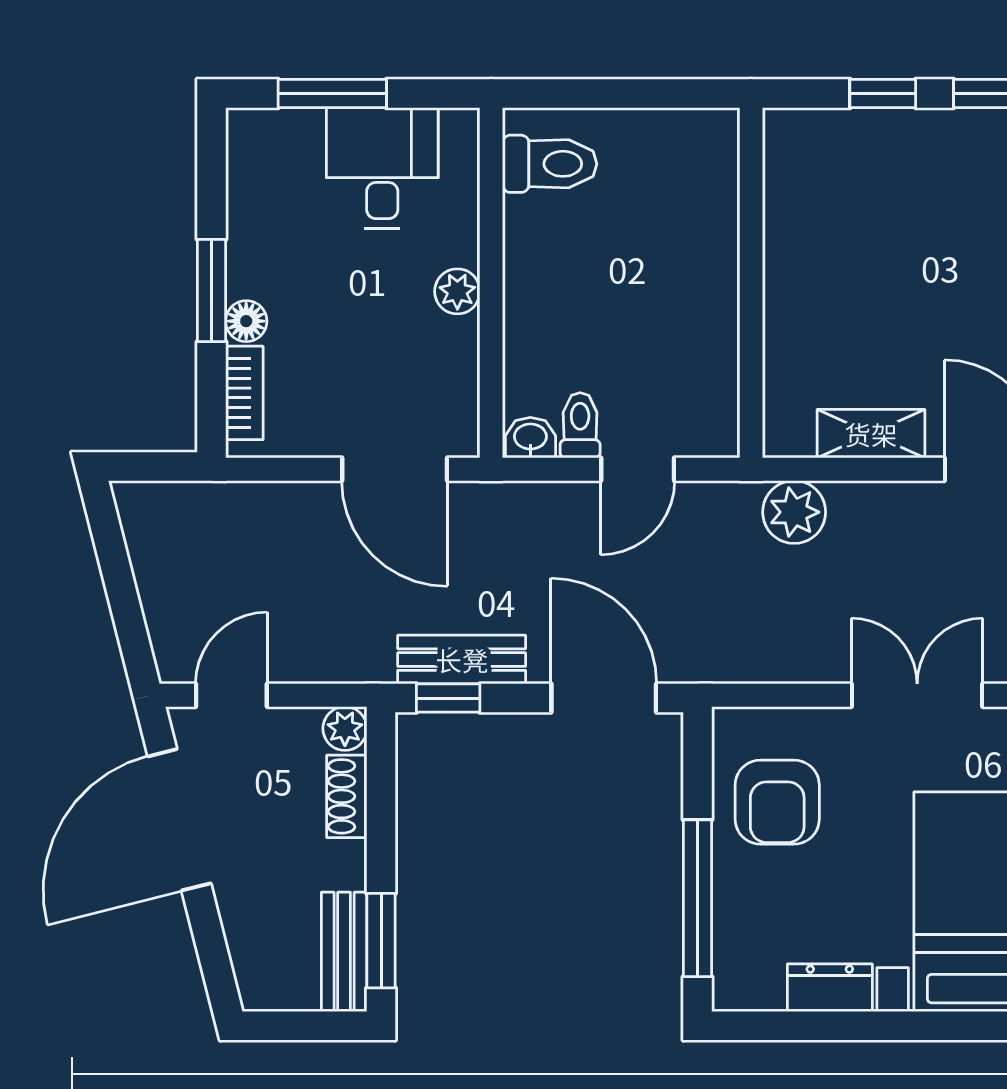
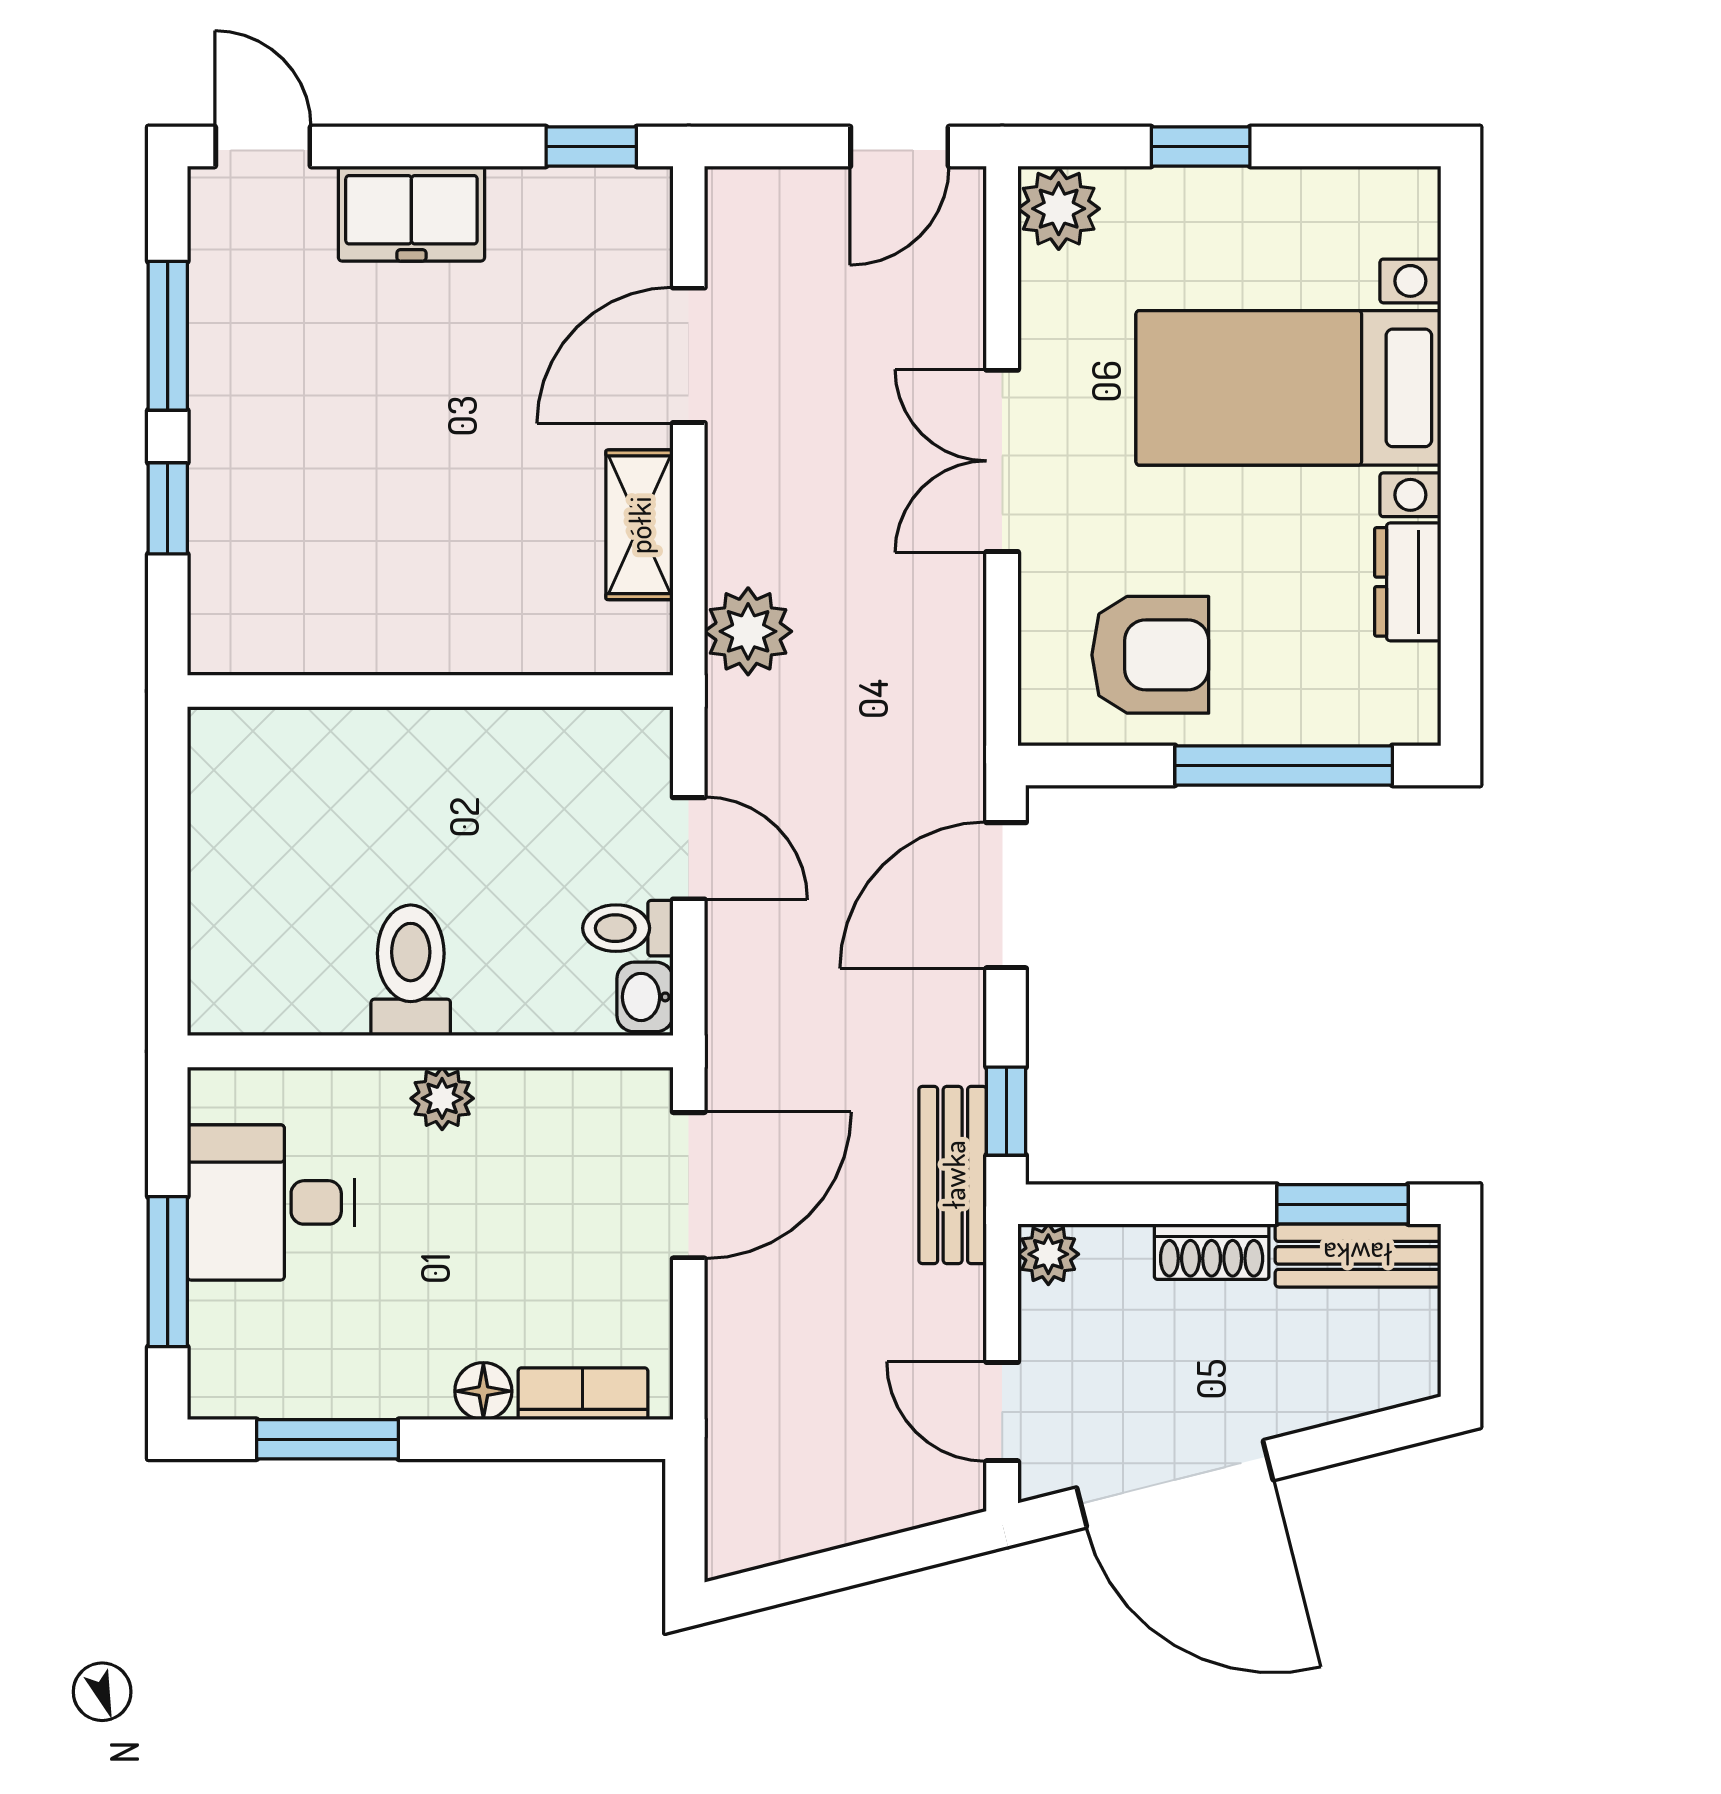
toilet: (550, 164) -> (411, 970), moved
window: (211, 291) -> (328, 1439), moved
bench: (462, 660) -> (953, 1175), moved
shoe rack: (347, 796) -> (1212, 1252), moved

